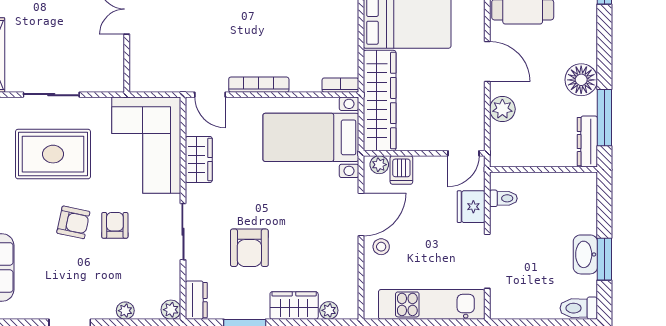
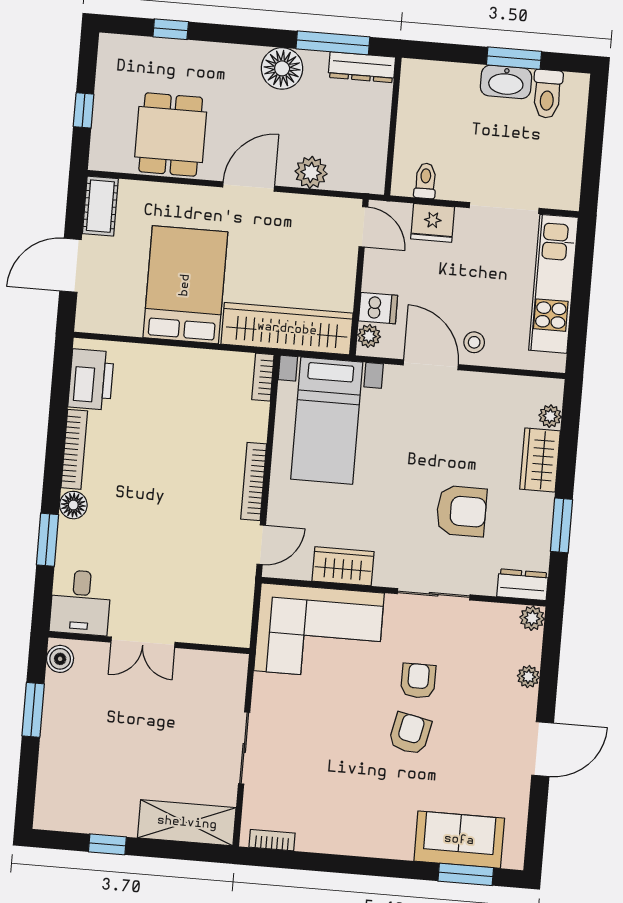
rug: (53, 154) -> (320, 752), removed
armchair: (115, 225) -> (418, 681), turned 90
toilet: (579, 308) -> (547, 94), moved

